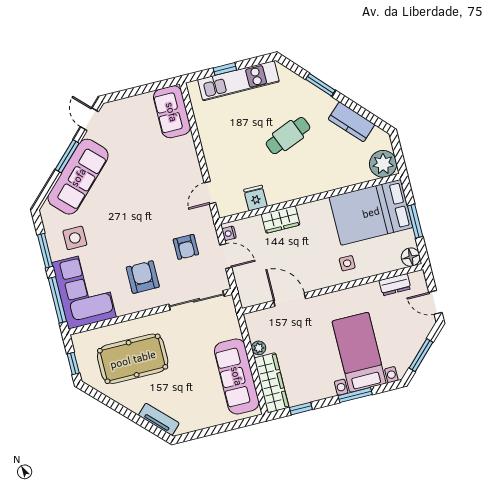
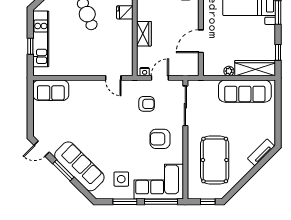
fridge: (255, 198) -> (125, 12), moved

